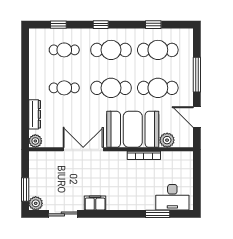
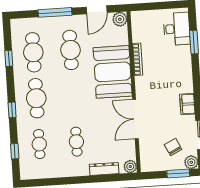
cafe table: (111, 88) -> (73, 96), removed
plant: (167, 140) -> (120, 19), moved
chair: (52, 186) -> (173, 147), added

